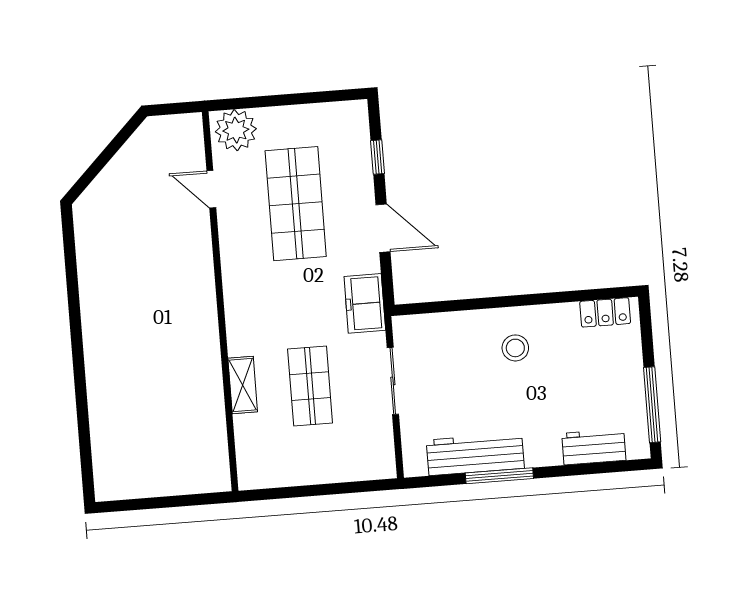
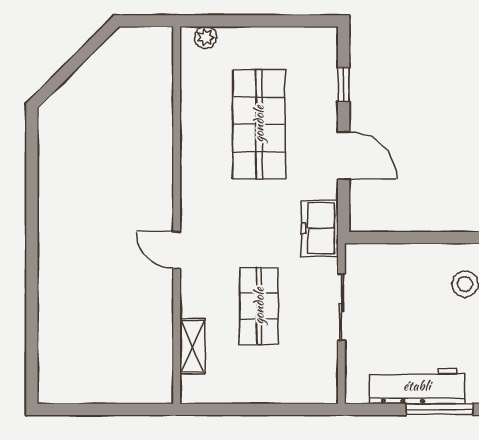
plant: (236, 130) -> (205, 37), width x0.53, depth x0.53
door: (211, 189) -> (177, 250), moved
shelving: (243, 385) -> (192, 346), moved

